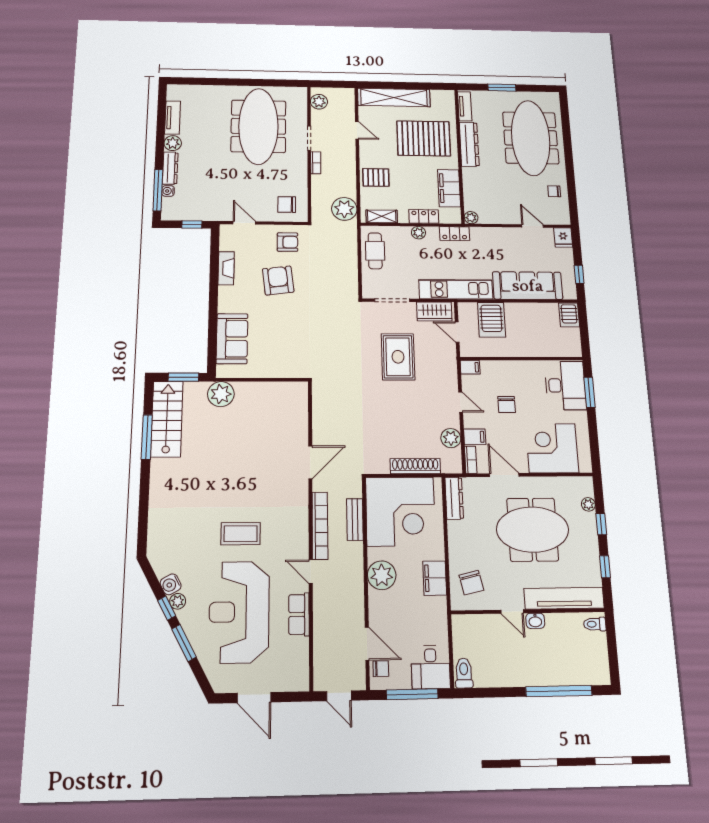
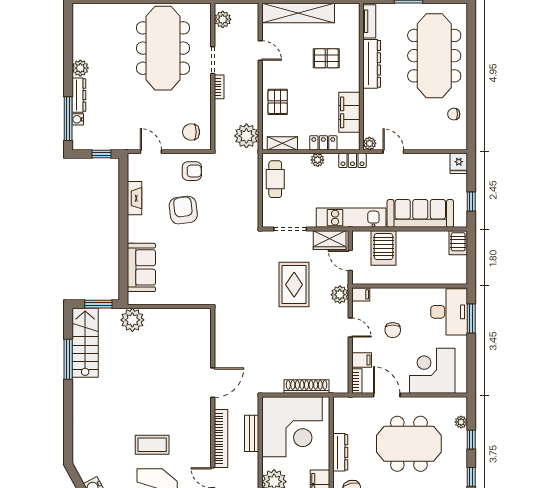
tv unit: (173, 118) -> (79, 40), removed
pallet: (424, 138) -> (326, 58), width x0.49, depth x0.50
pallet: (376, 177) -> (278, 102), turned 90
door: (533, 226) -> (393, 152), moved
plant: (451, 438) -> (340, 295), moved
dresser: (454, 498) -> (340, 452), moved

